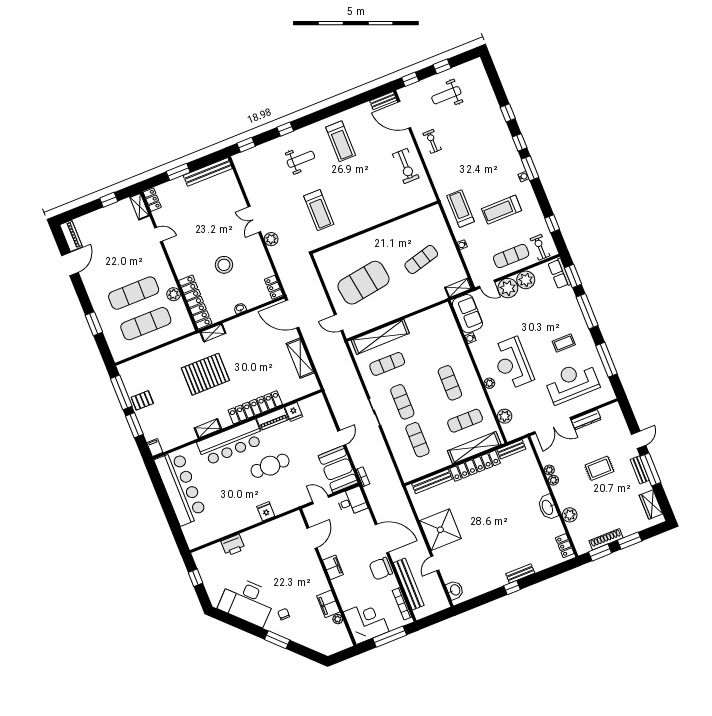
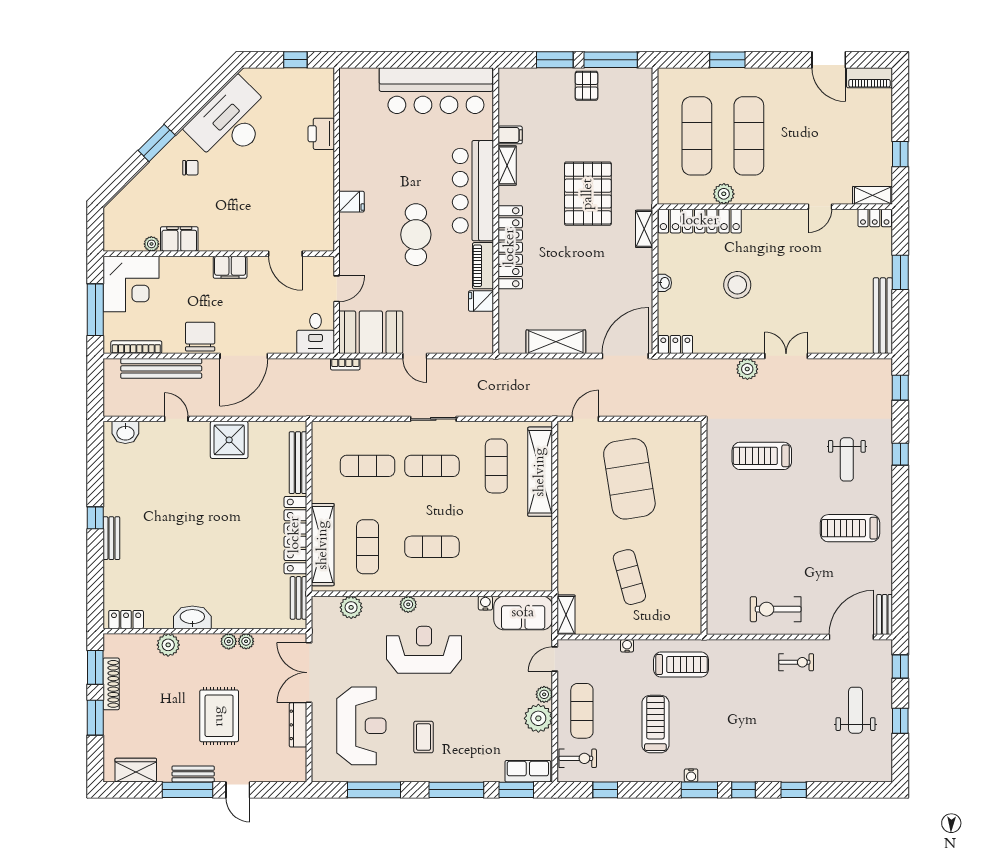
plant: (508, 288) -> (544, 694), width x0.53, depth x0.53
filing cabinet: (155, 447) -> (510, 135), moved
rug: (599, 468) -> (219, 716), width x1.36, depth x1.43
shower: (440, 530) -> (229, 440), width x0.73, depth x0.73

